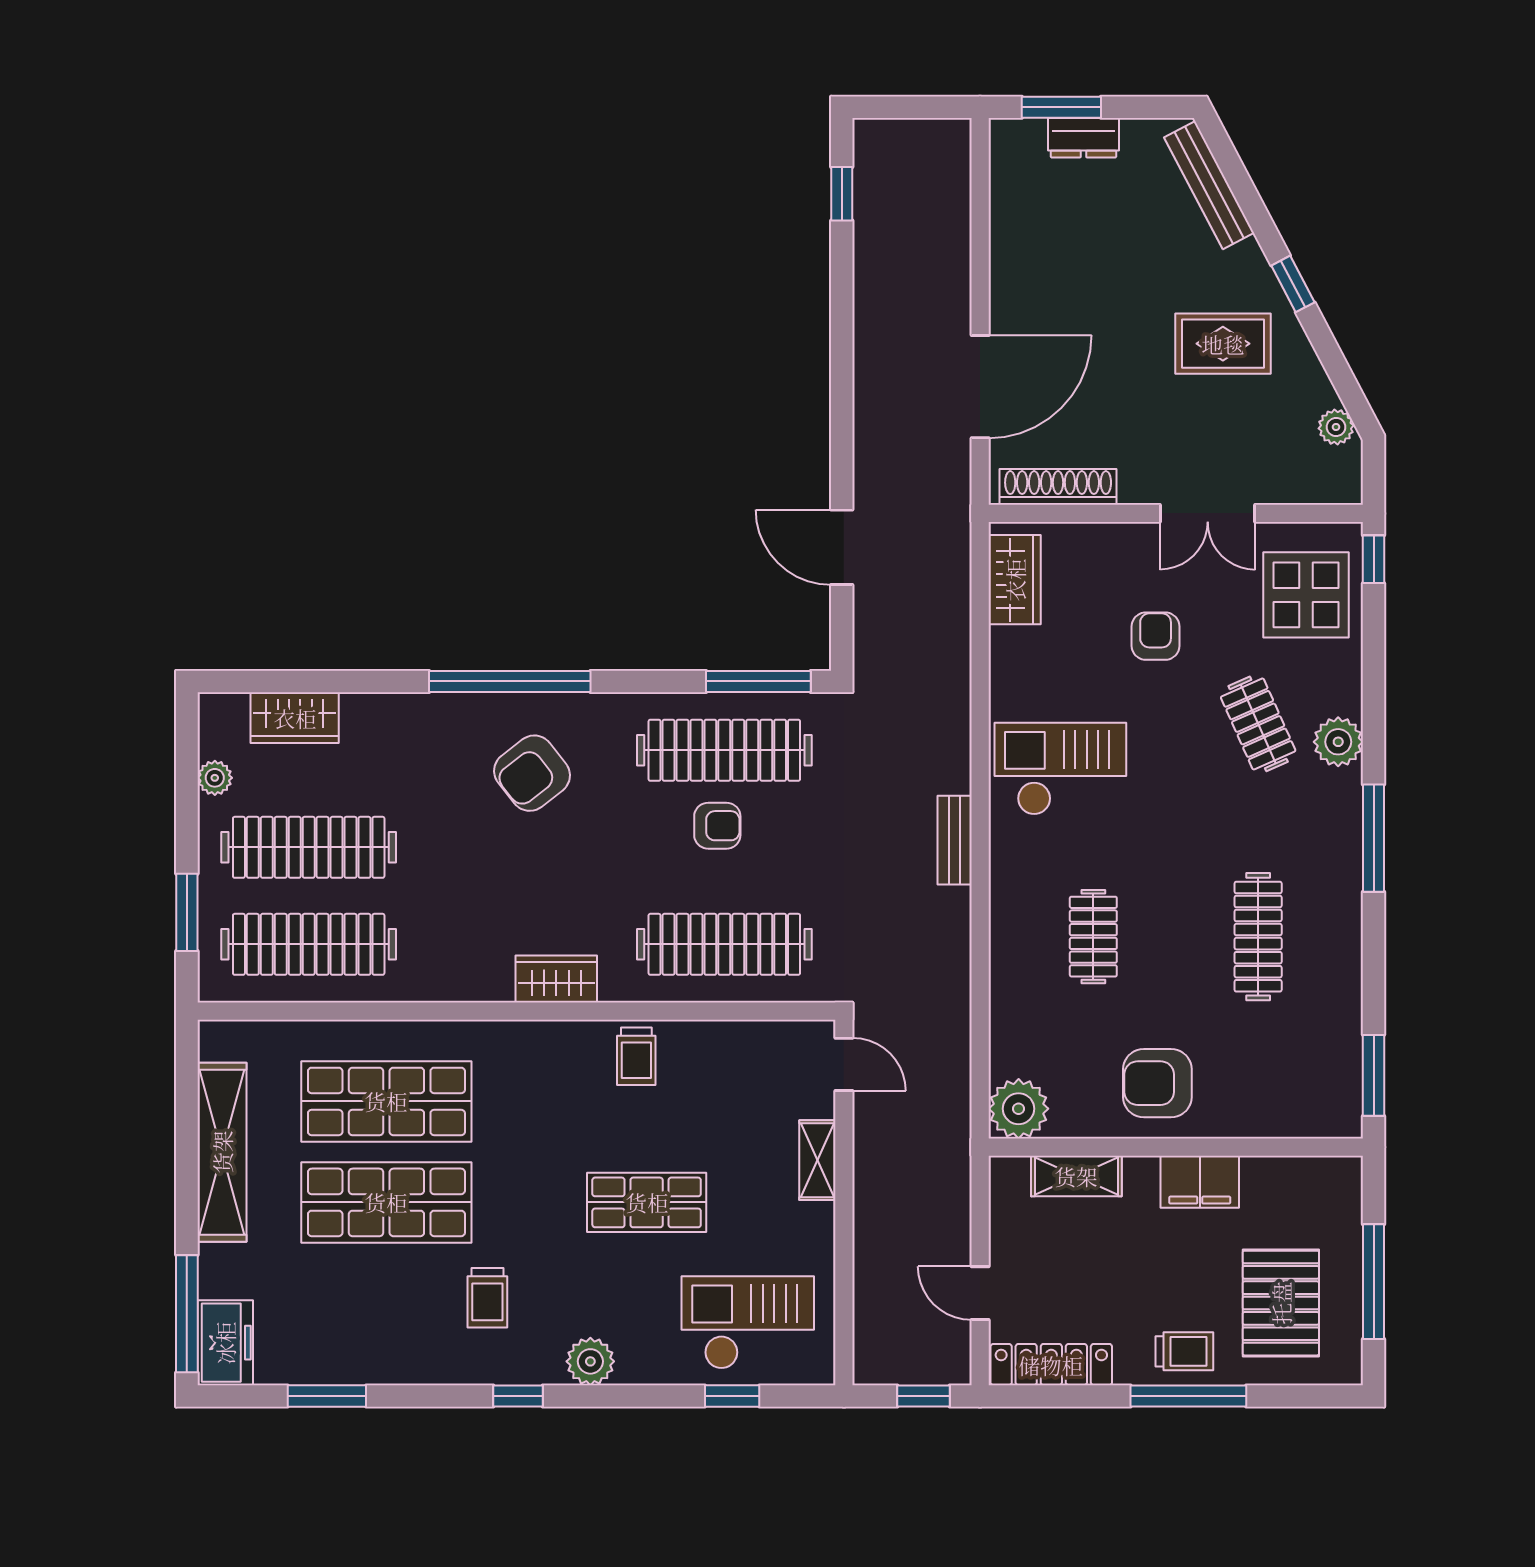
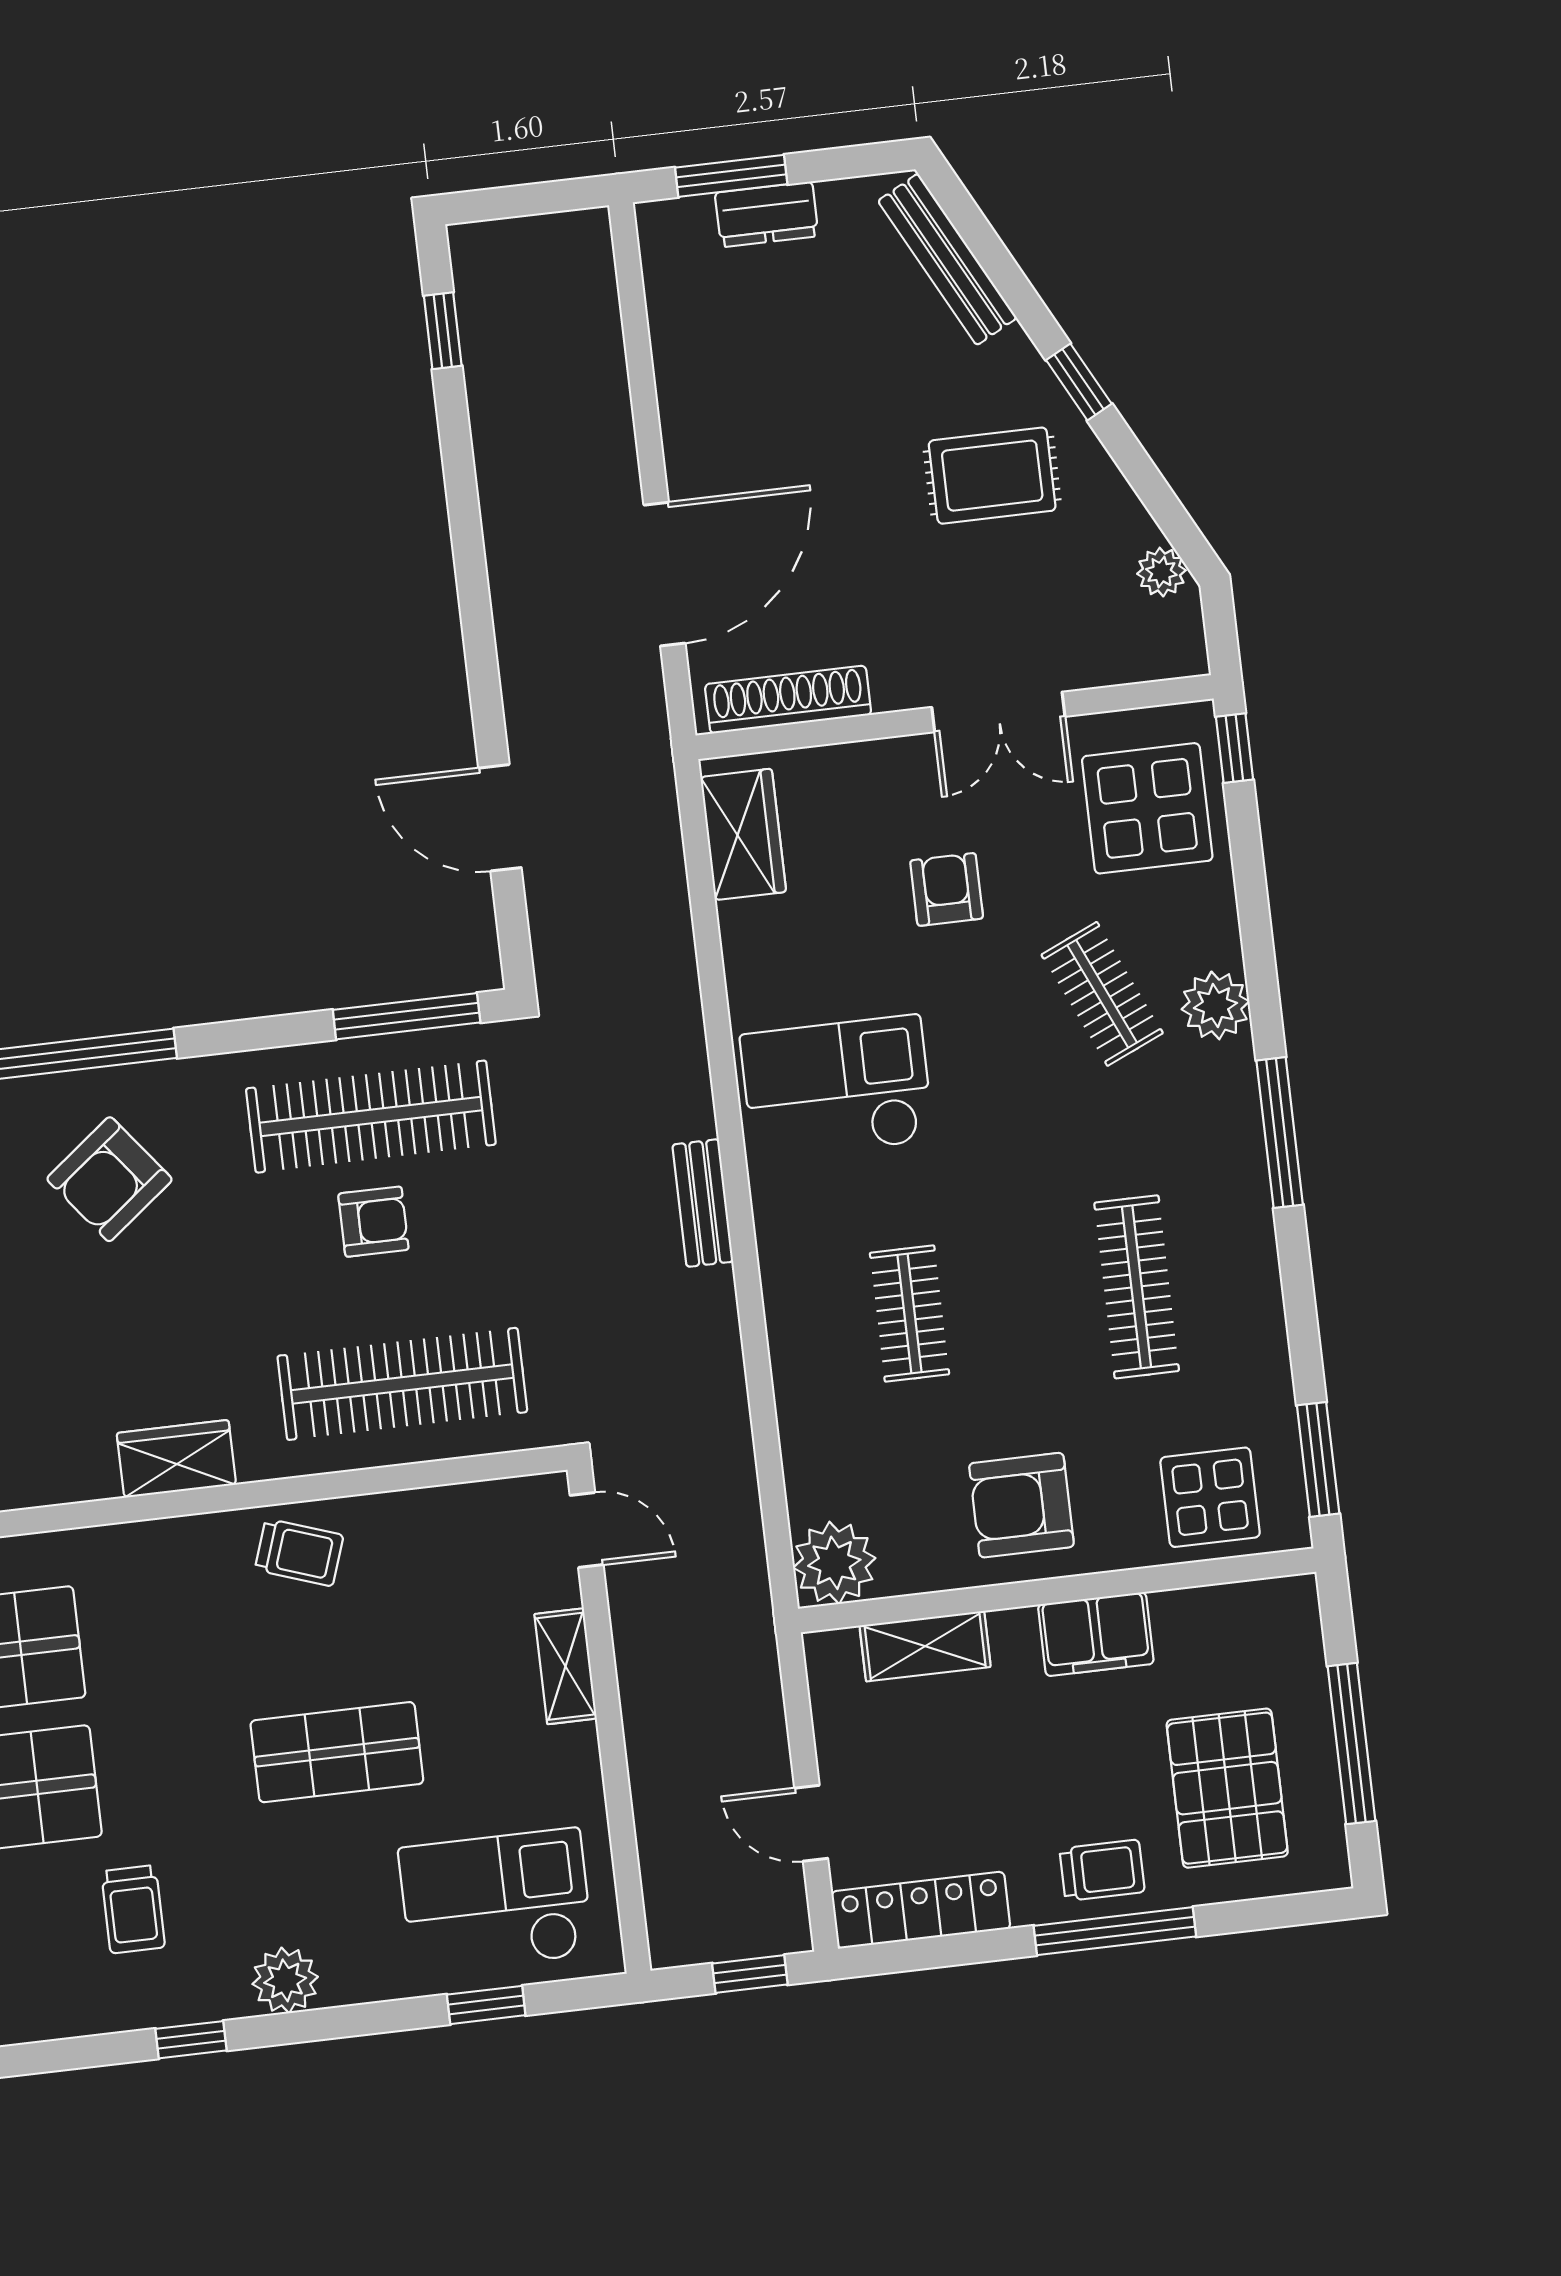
trolley: (636, 1056) -> (299, 1552), turned -71
display table: (1293, 1093) -> (1210, 1497), added

